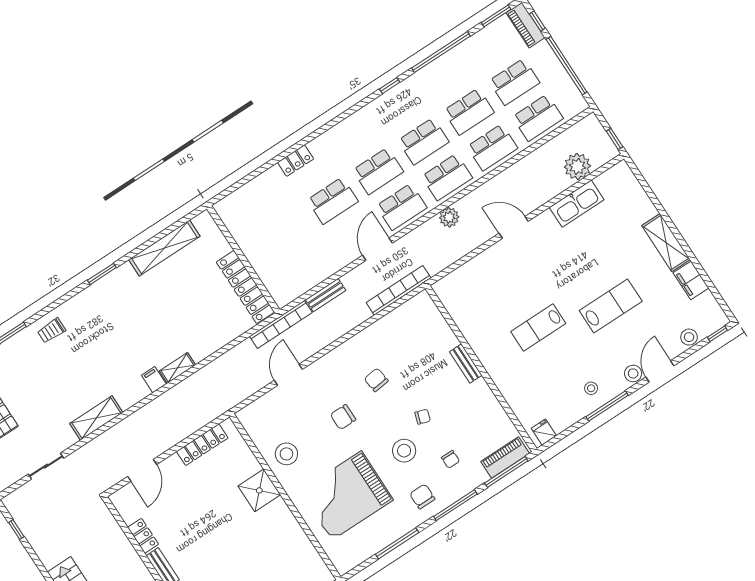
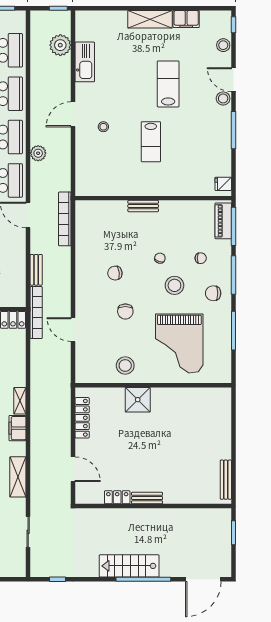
filing cabinet: (154, 380) -> (17, 428), width x2.00
stool: (591, 388) -> (103, 127), moved

